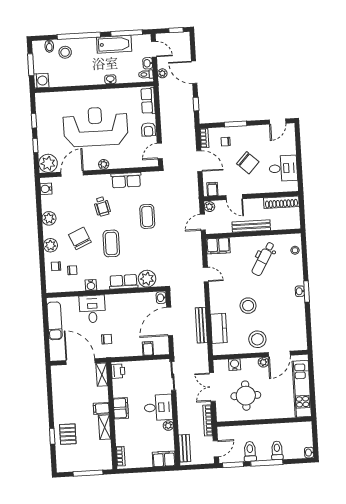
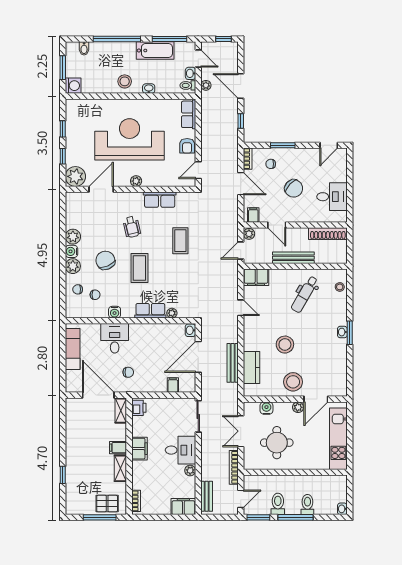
stool: (65, 52) -> (125, 81), moved
water cooler: (46, 189) -> (71, 251), moved
plant: (147, 279) -> (172, 313), width x0.53, depth x0.53
pallet: (68, 434) -> (107, 504), moved, turned 90

